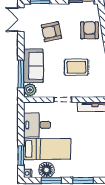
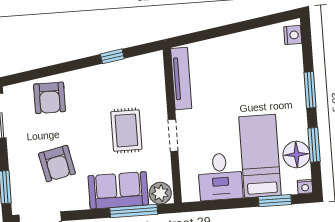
armchair: (90, 30) -> (50, 98), turned -90
rug: (76, 67) -> (126, 130), moved

